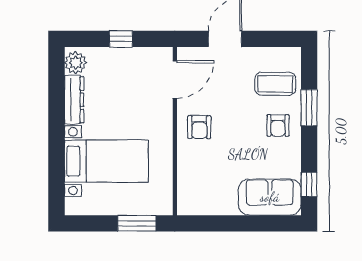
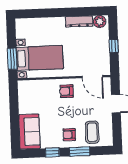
bed with nightstands: (106, 161) -> (40, 58), moved, turned -90
window: (309, 184) -> (52, 153), moved

